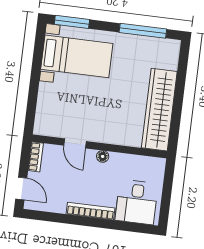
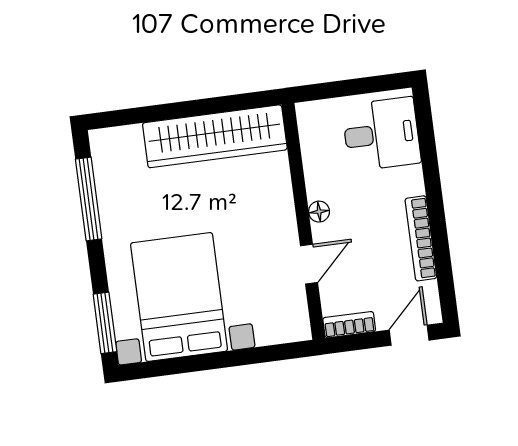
bed with nightstands: (77, 56) -> (179, 297), width x1.36
bookcase: (91, 211) -> (421, 238), moved

